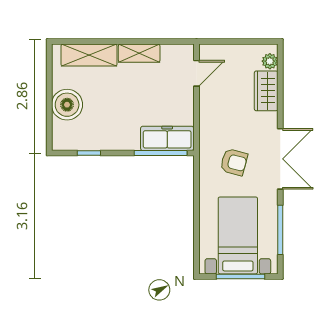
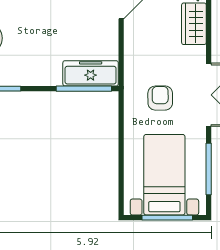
armchair: (234, 162) -> (160, 98), turned -106

